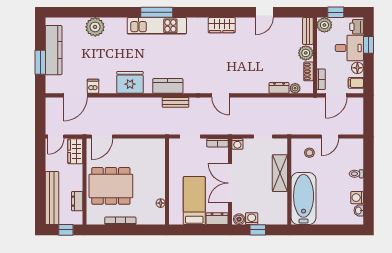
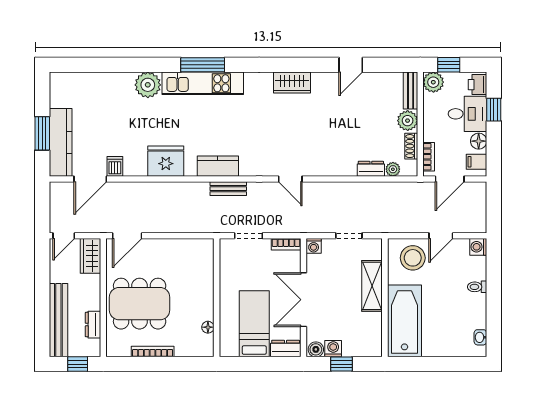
plant: (95, 27) -> (148, 85), moved
kitchen counter: (54, 50) -> (61, 142), moved
stool: (309, 153) -> (413, 258), width x1.89, depth x1.89
washing machine: (357, 198) -> (478, 247), moved

